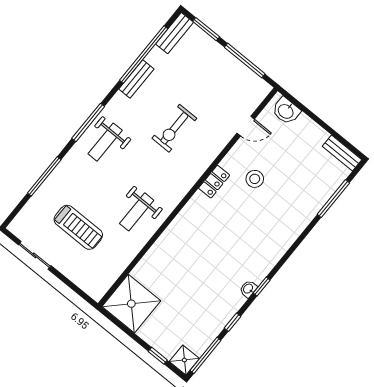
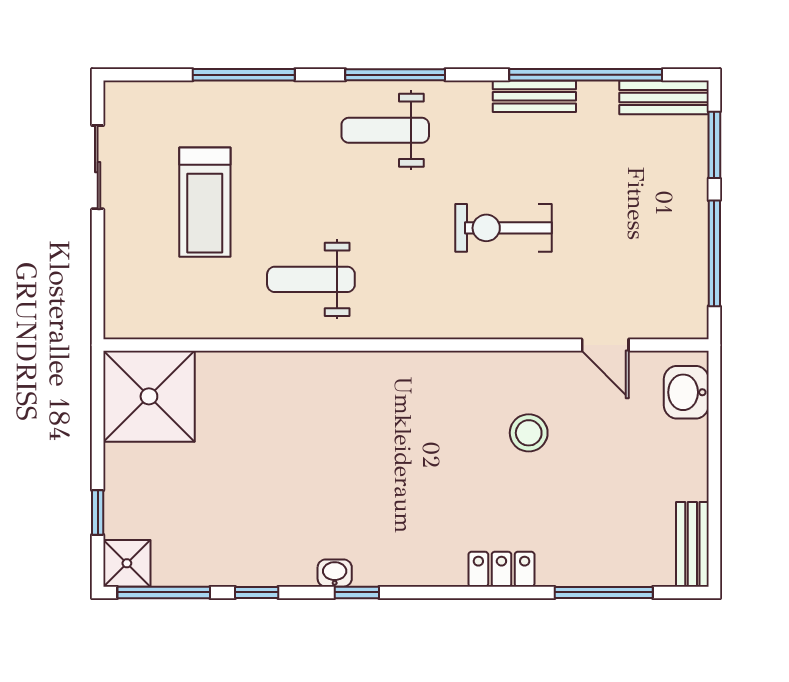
locker: (214, 182) -> (501, 569), moved, turned 180

